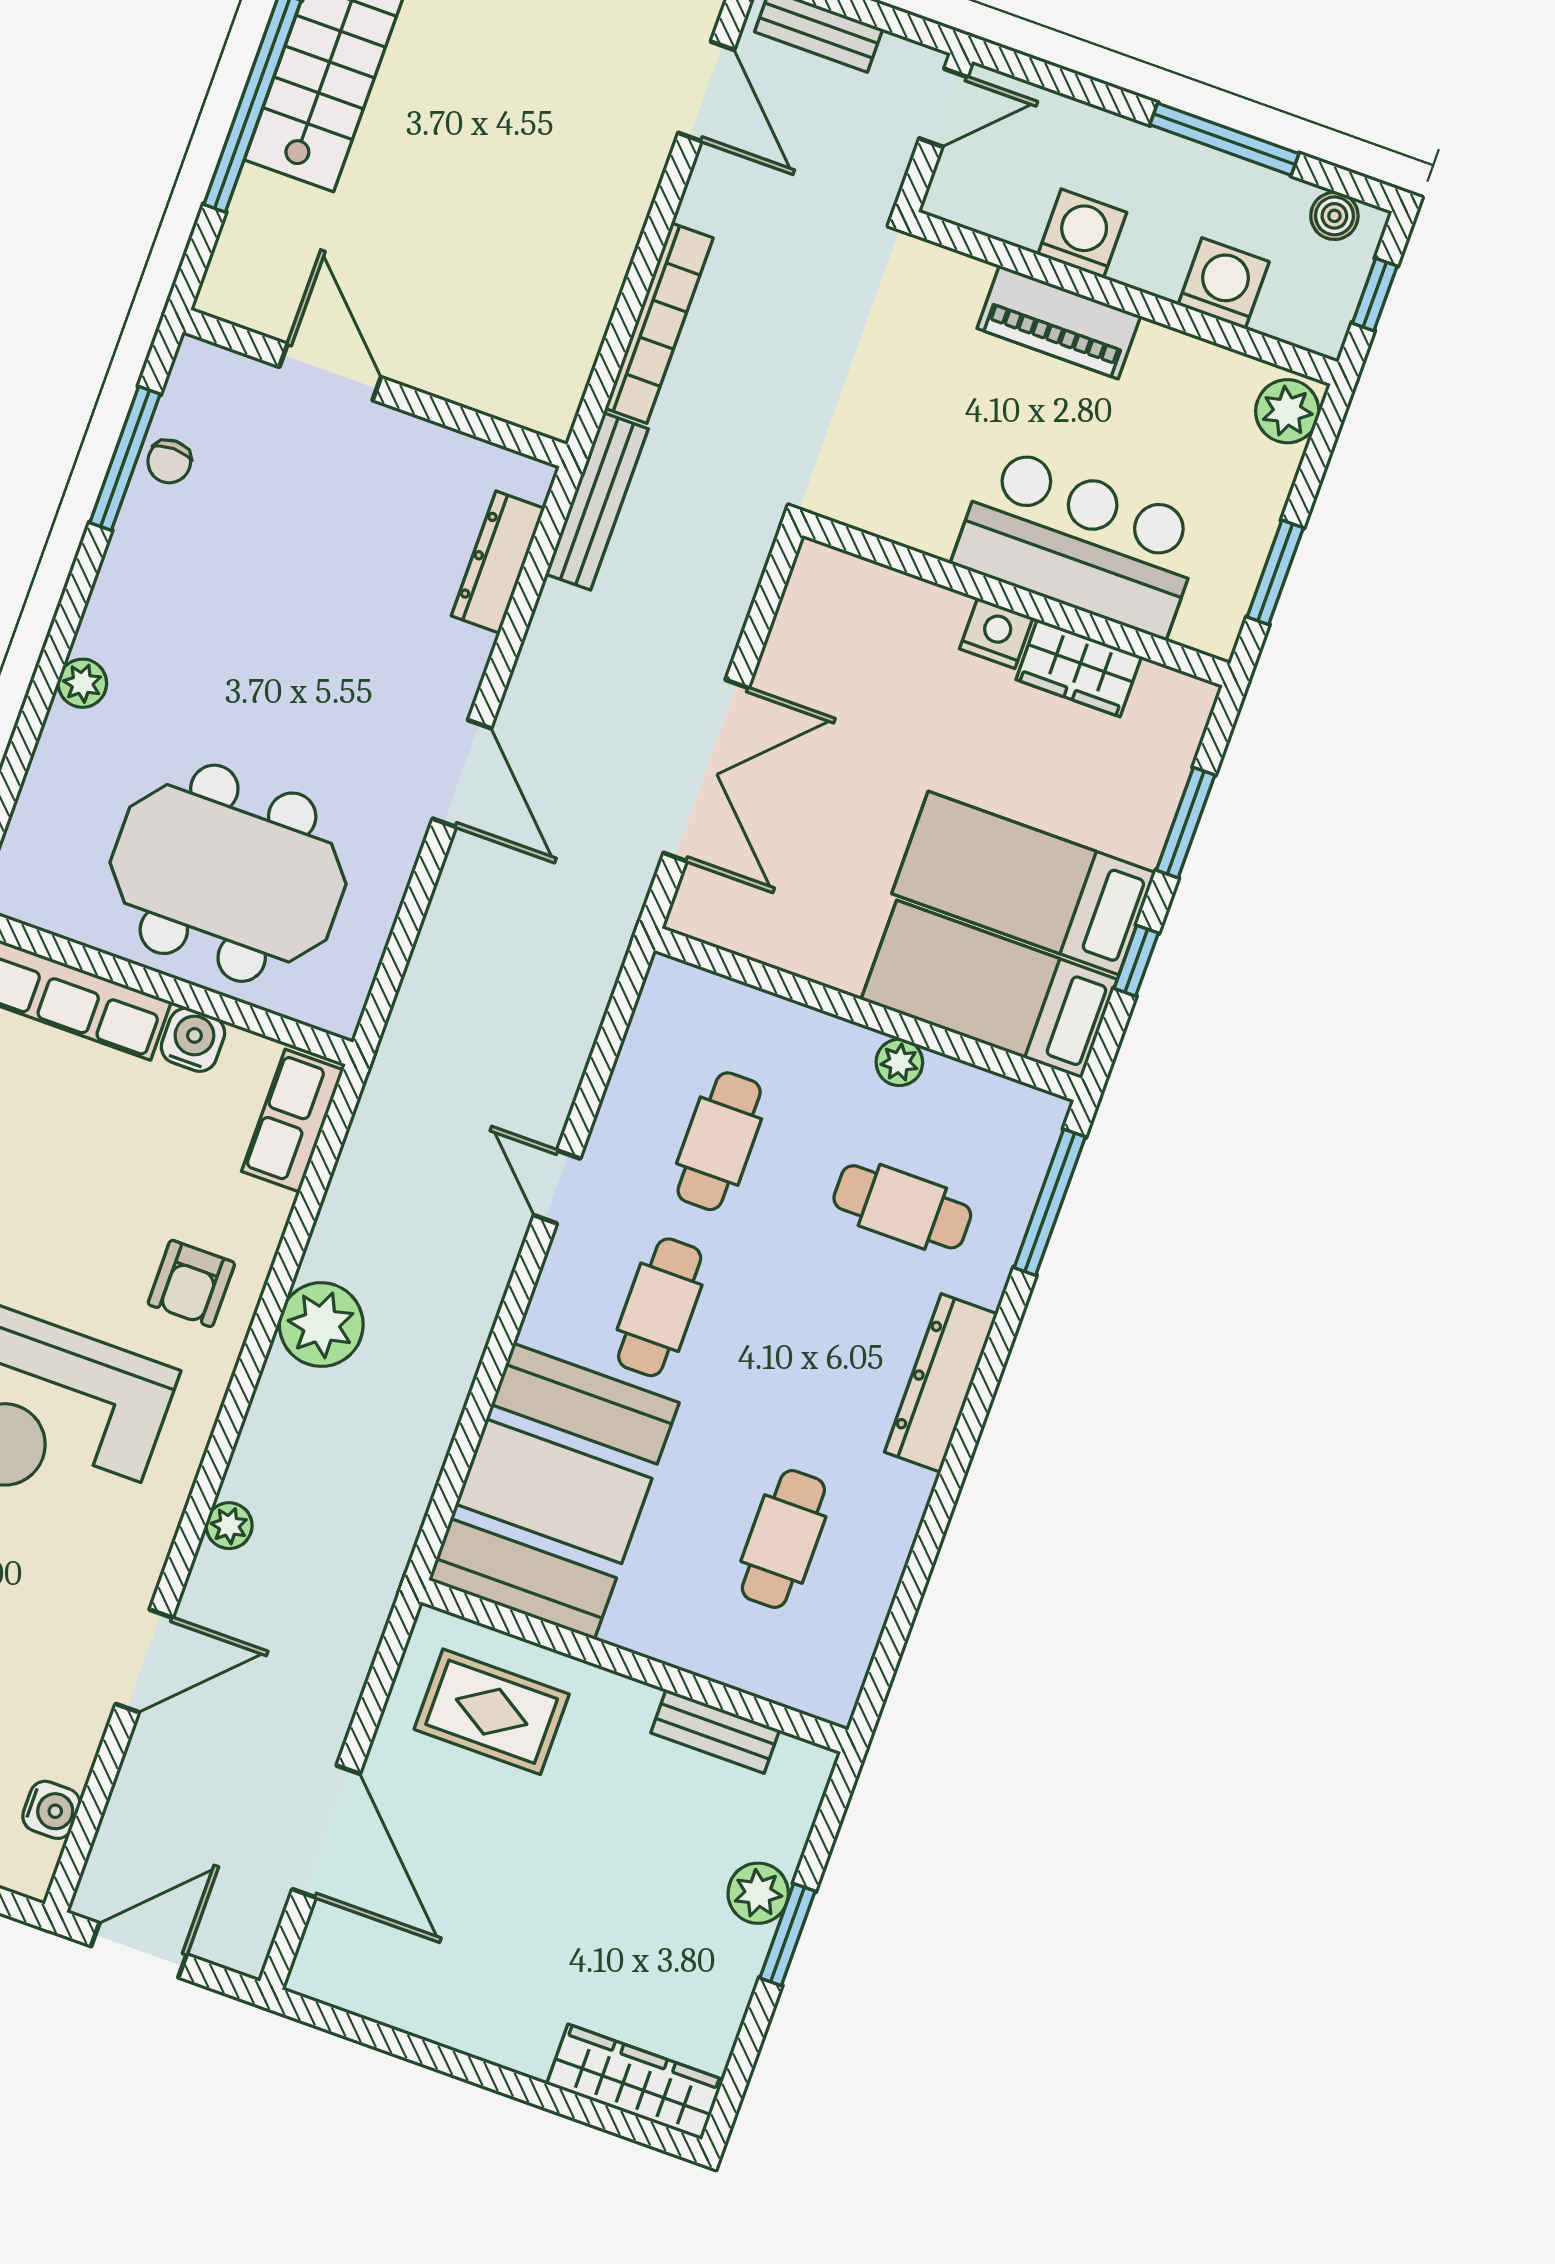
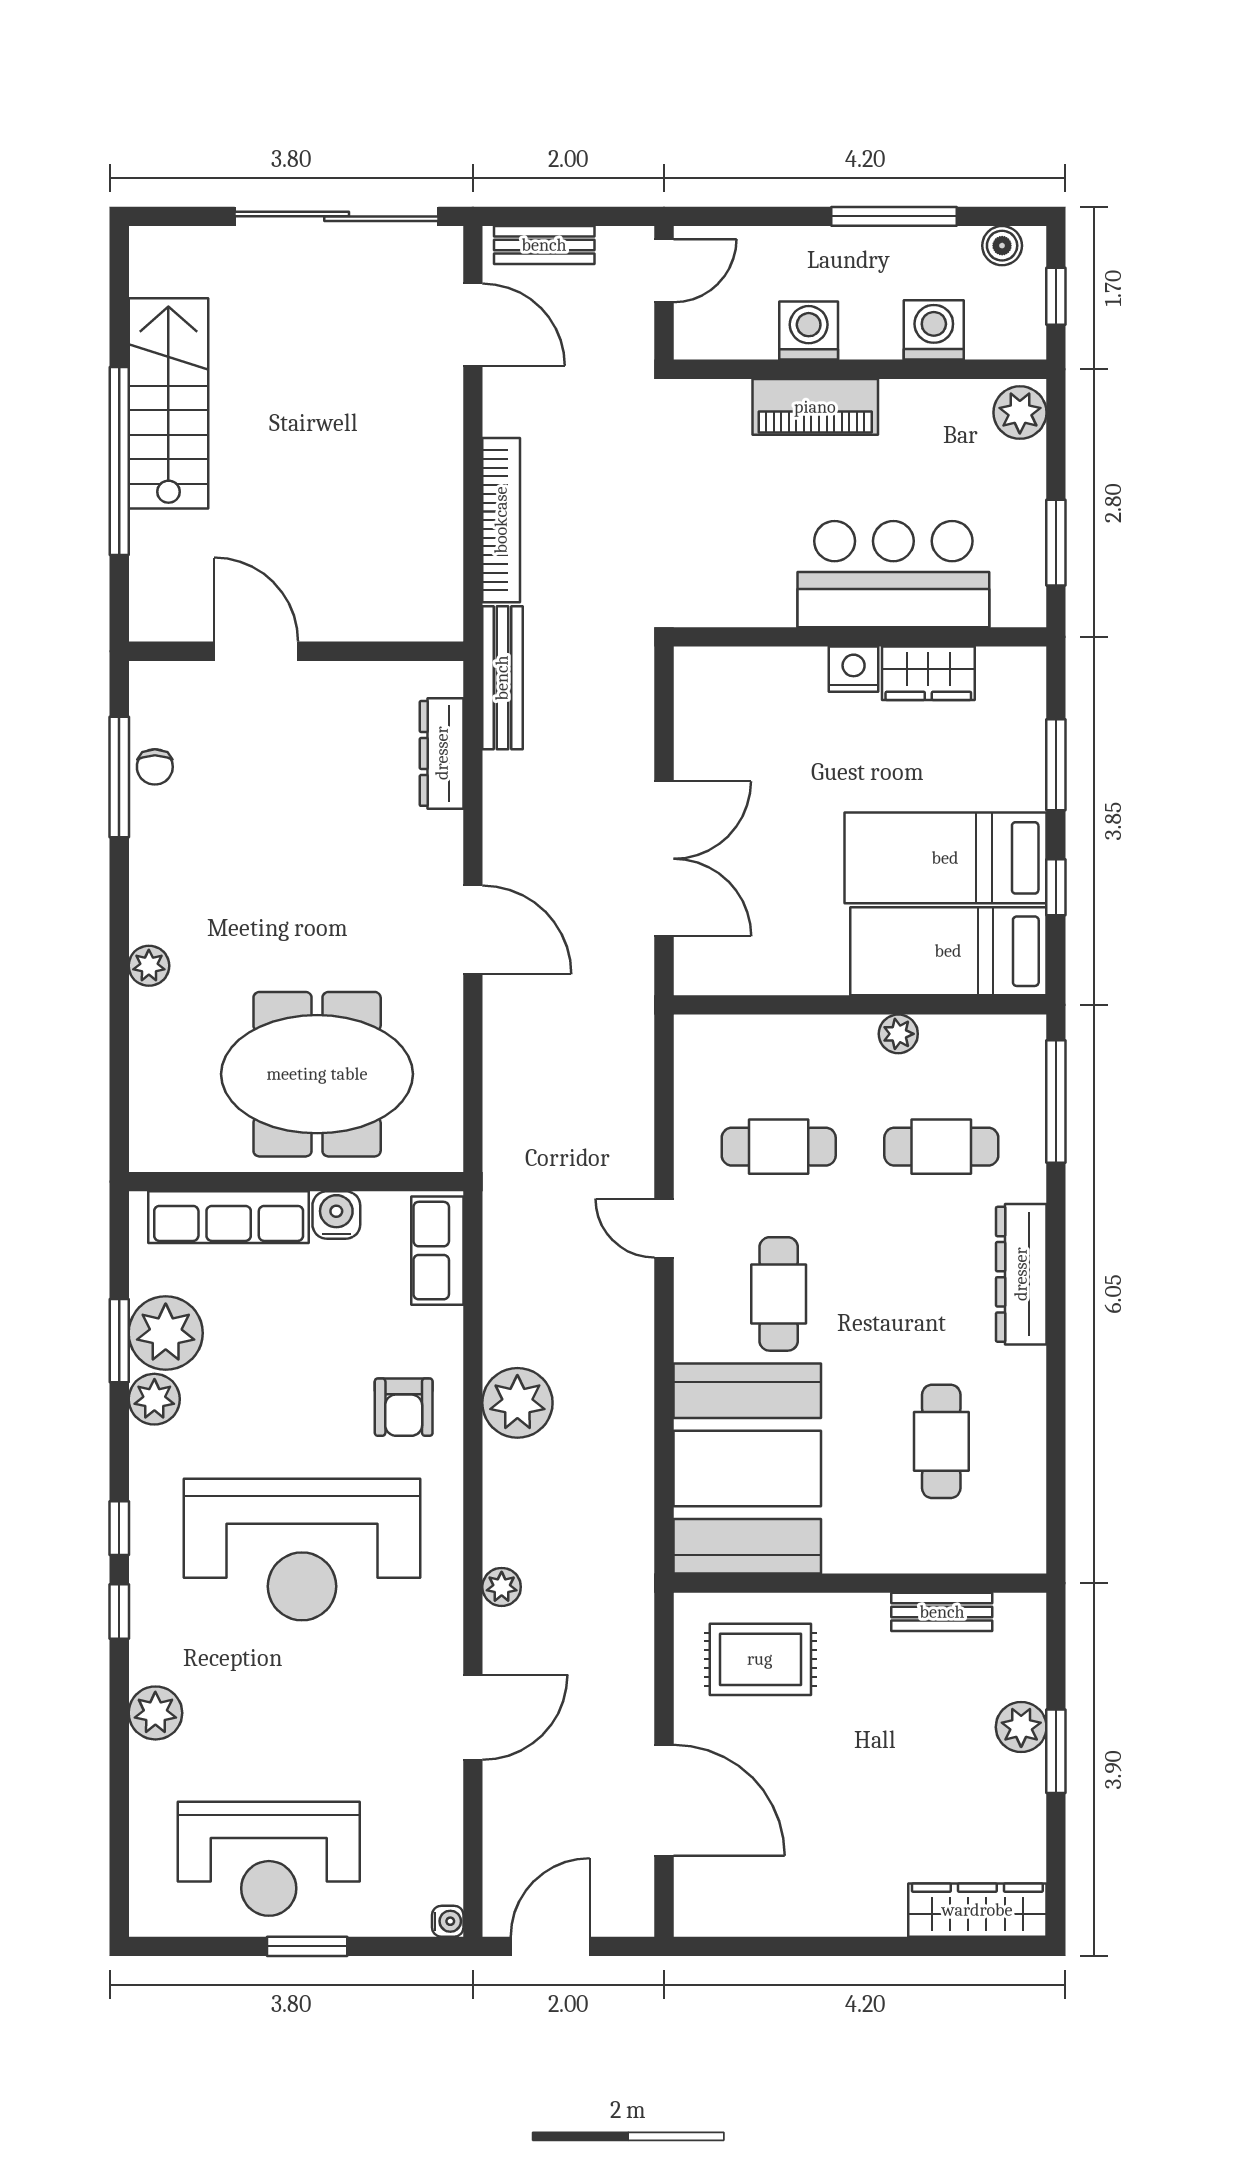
cafe table: (719, 1141) -> (779, 1147), turned 90
water cooler: (51, 1810) -> (448, 1921), moved, width x0.72, depth x0.72

